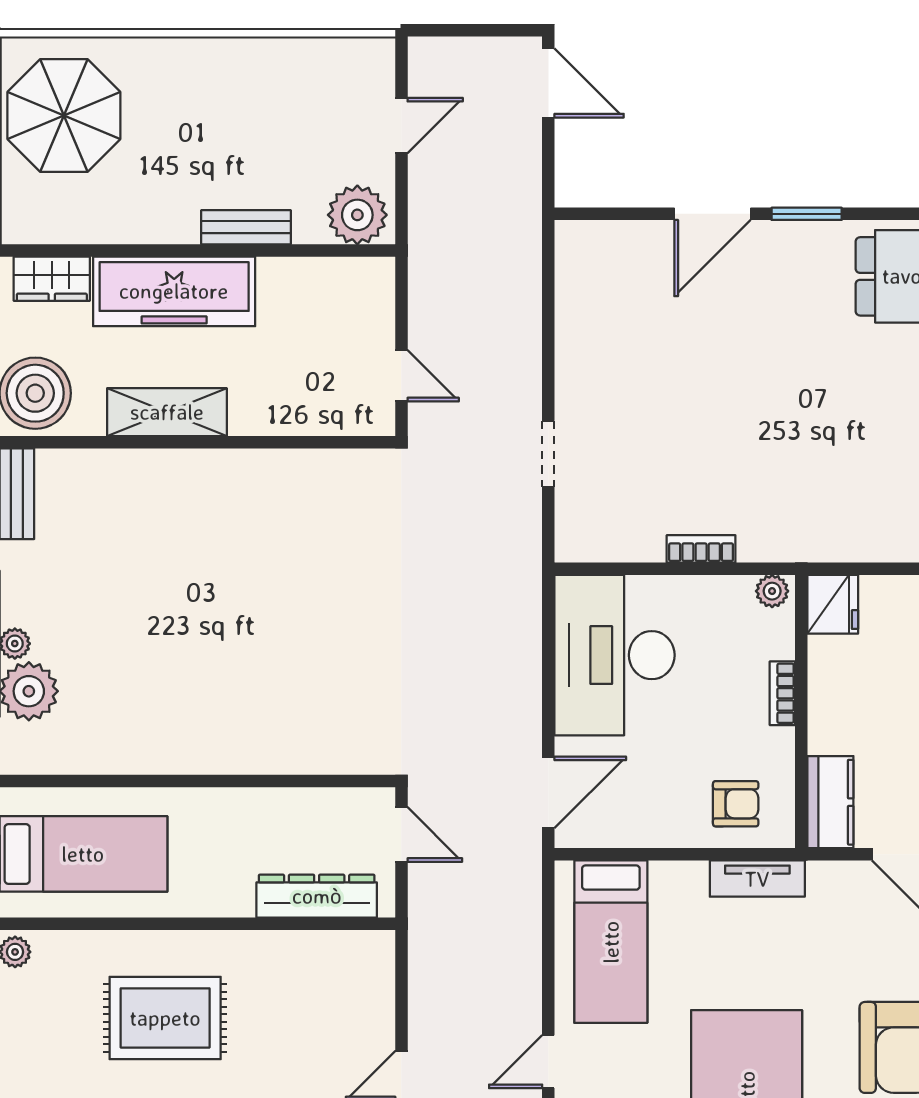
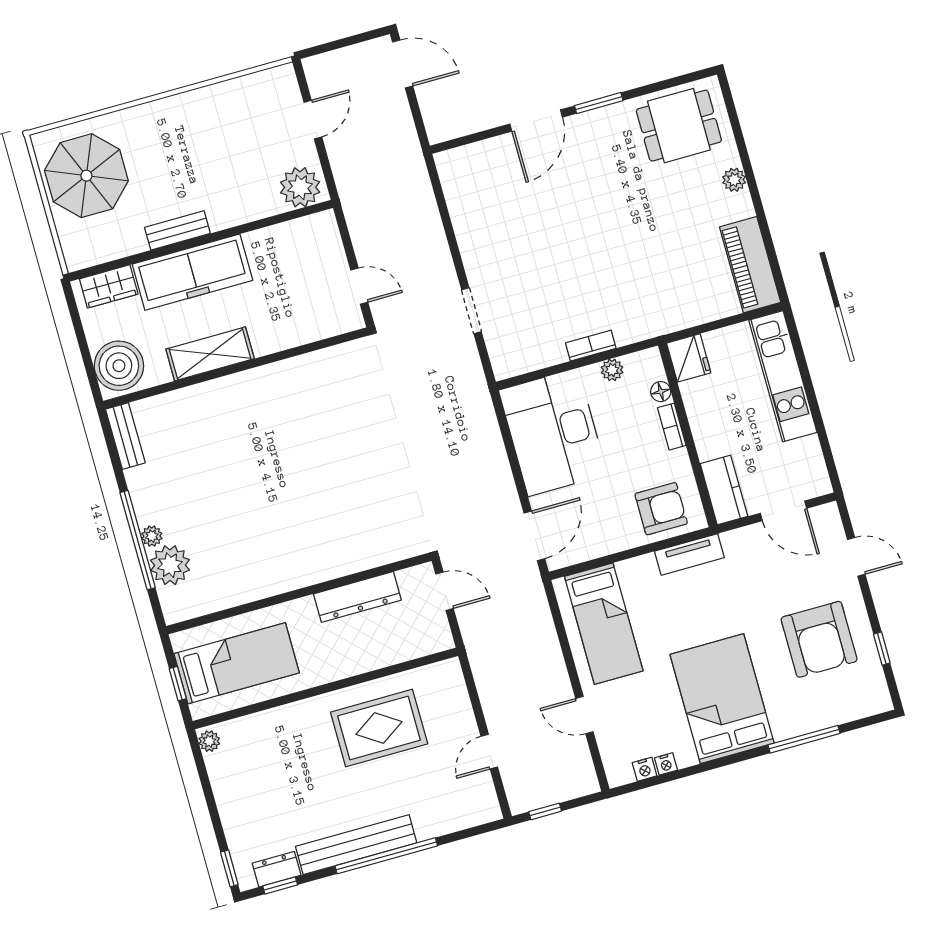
bench: (246, 227) -> (177, 230), moved
plant: (772, 591) -> (612, 370), moved
floor lamp: (781, 640) -> (661, 392), added
armchair: (736, 804) -> (661, 509), width x1.38, depth x1.38
dresser: (317, 896) -> (357, 597), moved, turned 180
rug: (165, 1018) -> (379, 728), moved
door: (548, 1062) -> (584, 715), hinge flipped

